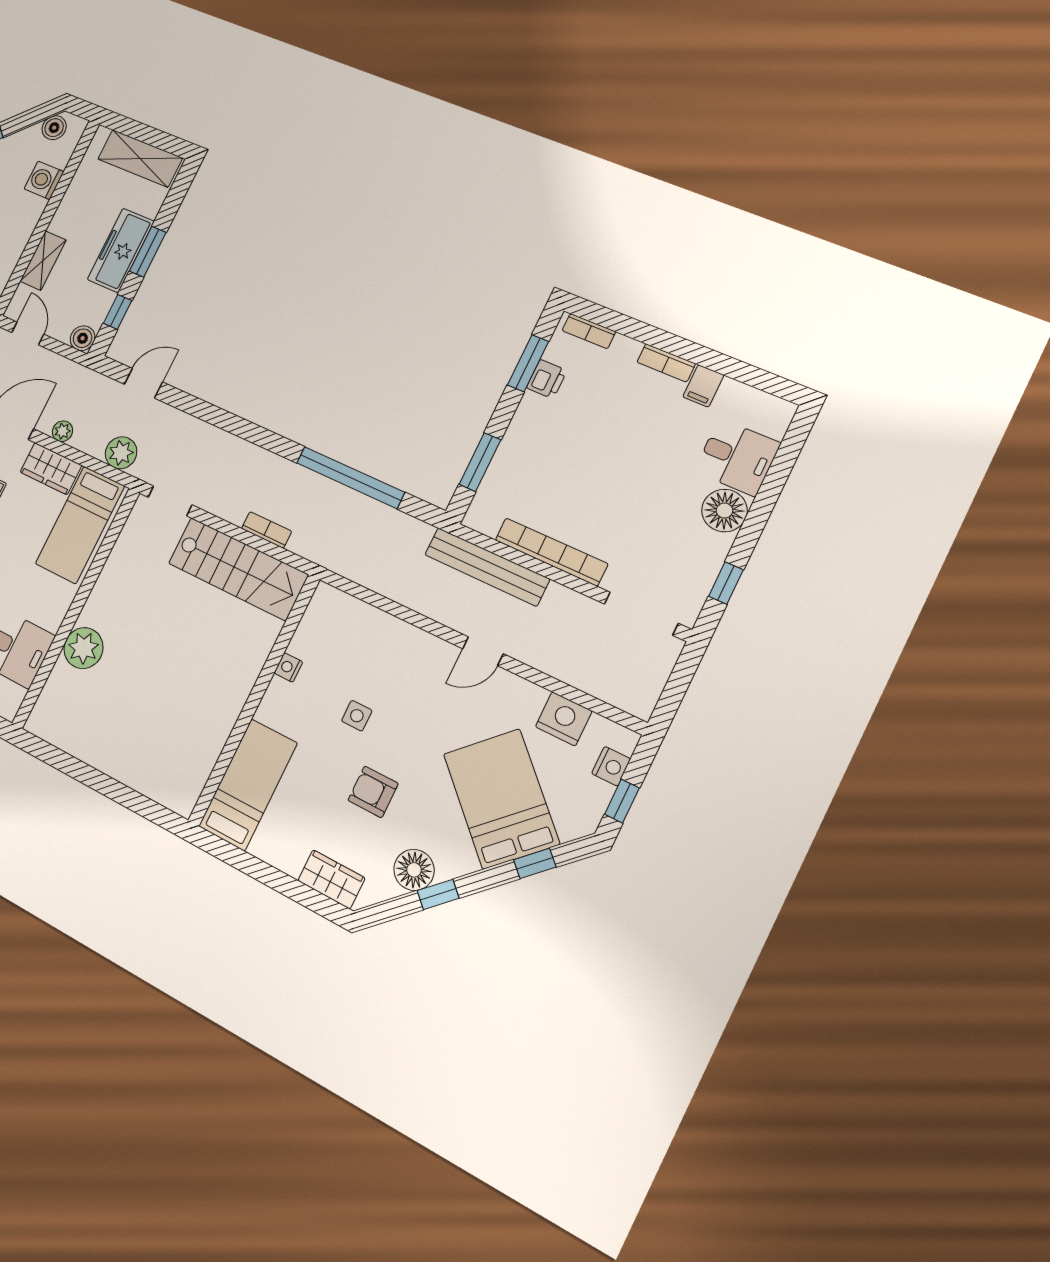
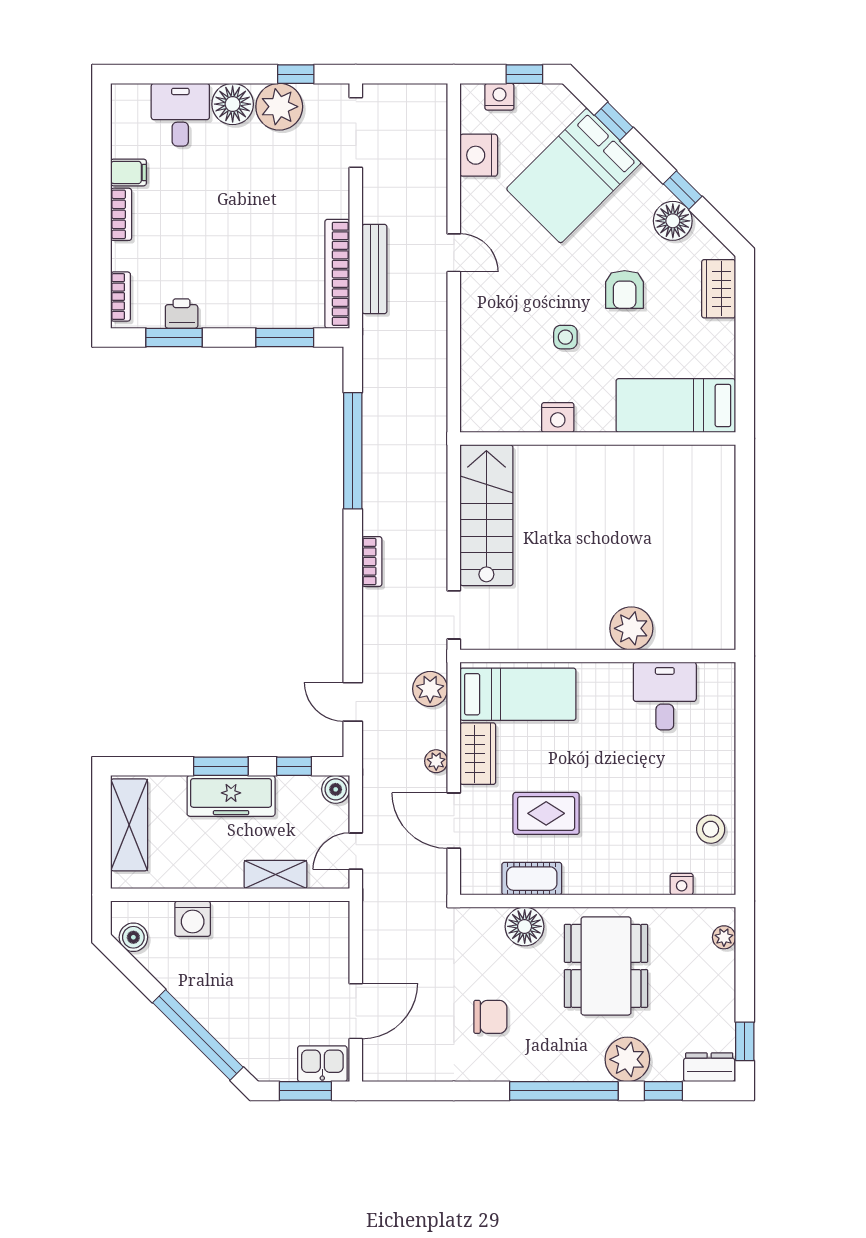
bookcase: (267, 530) -> (372, 561), moved, turned 180
bookcase: (551, 552) -> (337, 274), moved
plant: (701, 553) -> (279, 107), added
bench: (487, 567) -> (374, 269), width x0.73, depth x0.82
nightstand: (288, 667) -> (558, 417), width x1.39, depth x1.35

